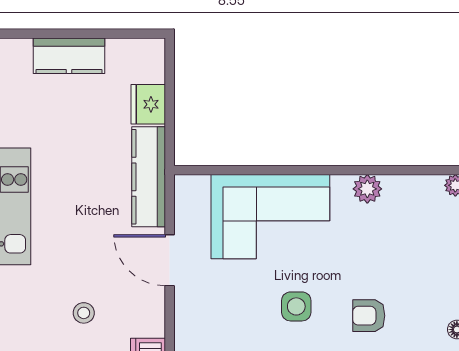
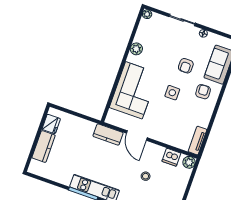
fridge: (148, 104) -> (51, 124), moved, turned -90
kitchen counter: (149, 177) -> (108, 135), width x0.67
door: (170, 260) -> (137, 136), hinge flipped

